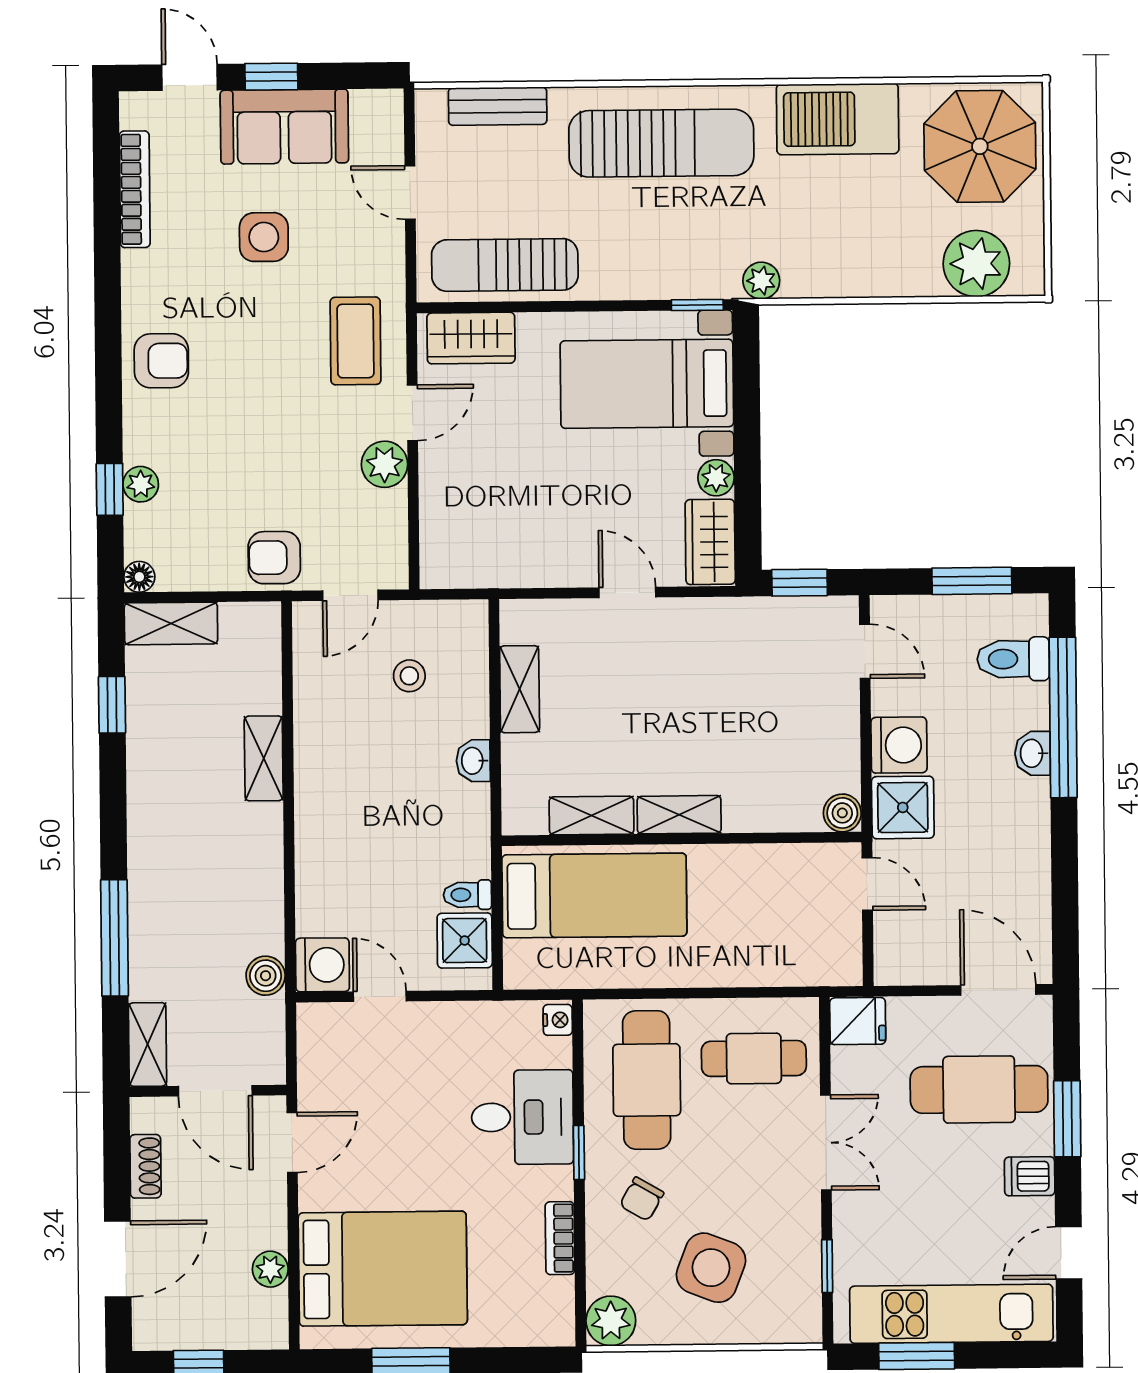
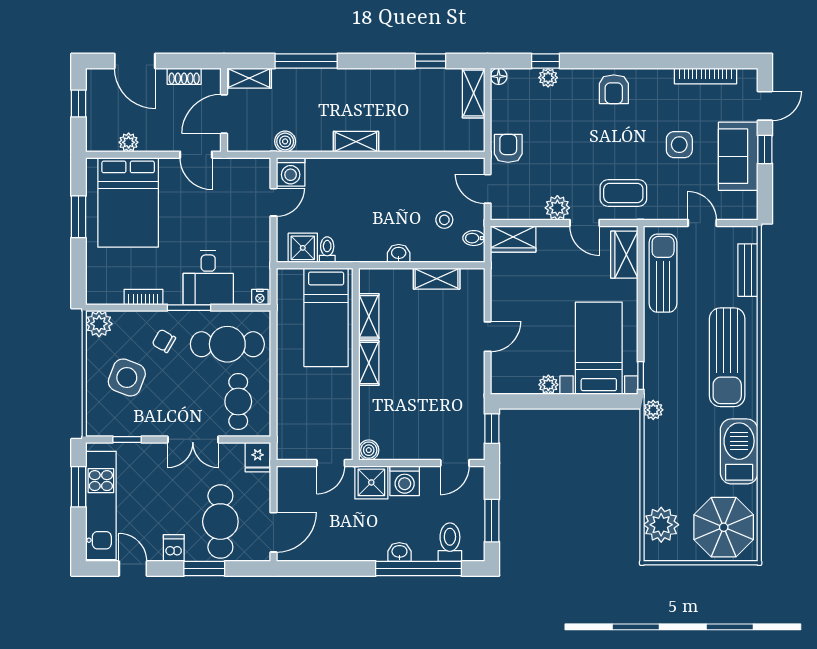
door: (410, 192) -> (702, 223), hinge flipped
wardrobe: (710, 542) -> (513, 239), moved, turned 180
bidet: (443, 620) -> (474, 238), added
shelving: (264, 758) -> (356, 142), moved
window: (579, 1153) -> (189, 308), width x1.50

